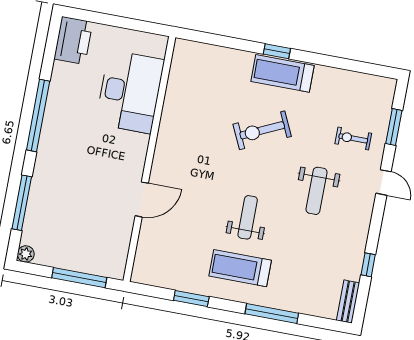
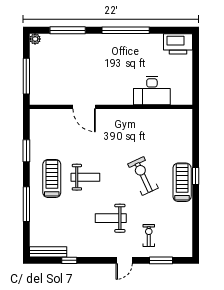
desk: (130, 92) -> (152, 91), width x0.73, depth x0.77
bench: (348, 302) -> (48, 252), width x1.36

